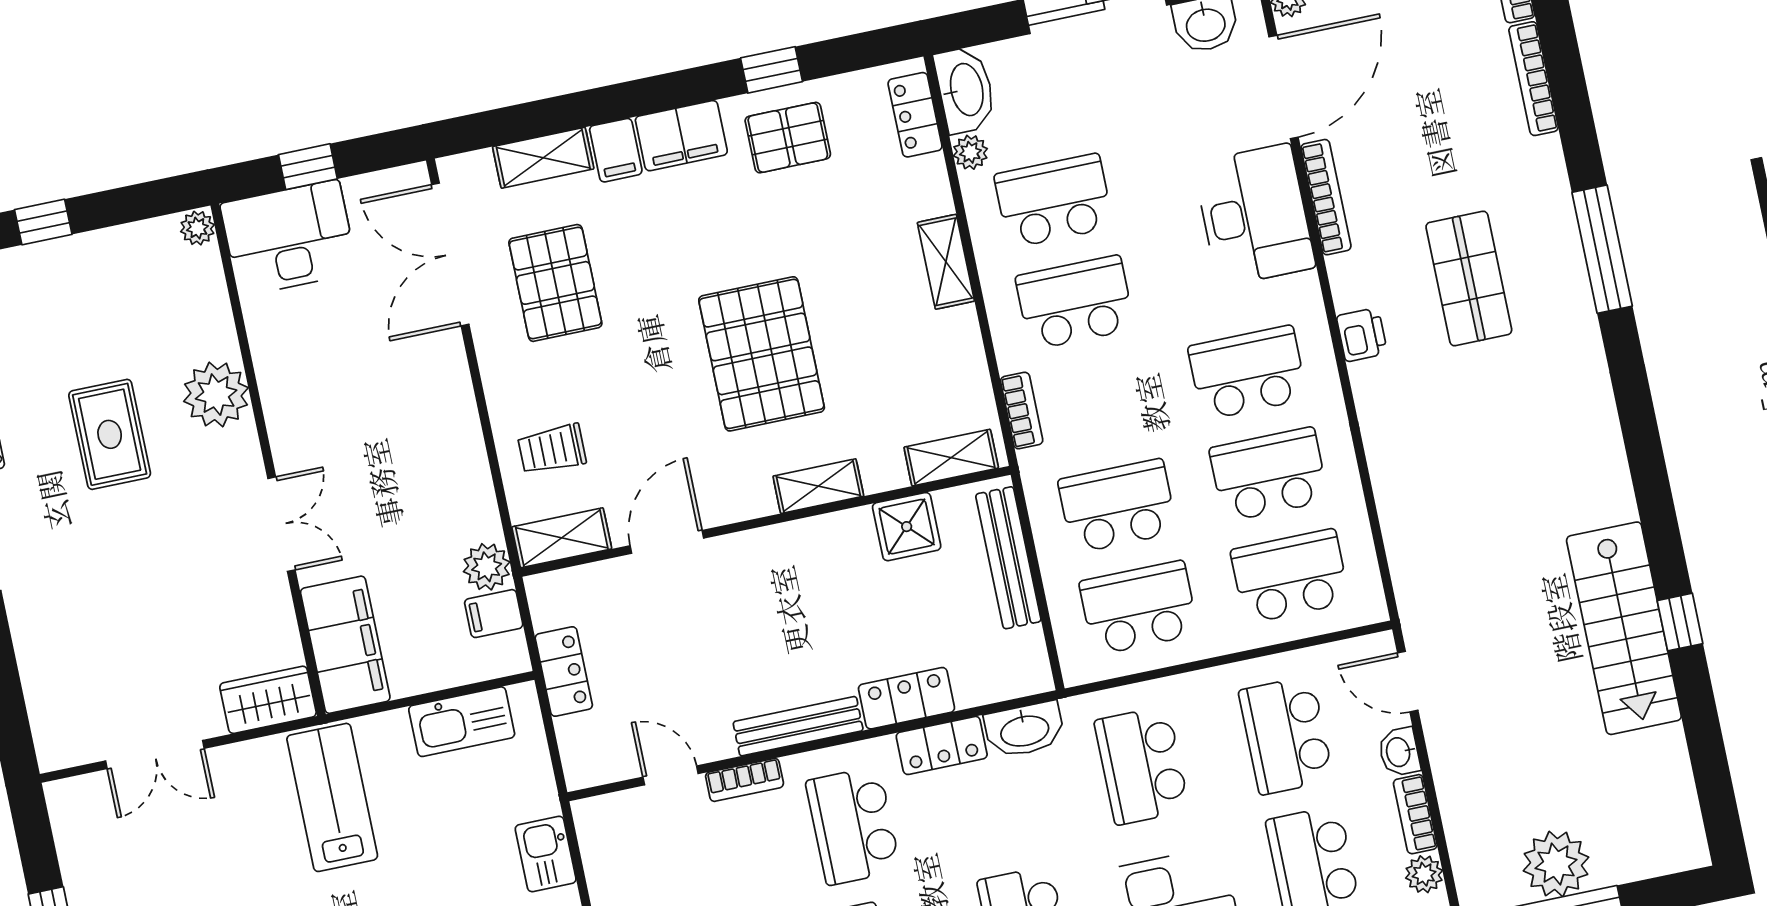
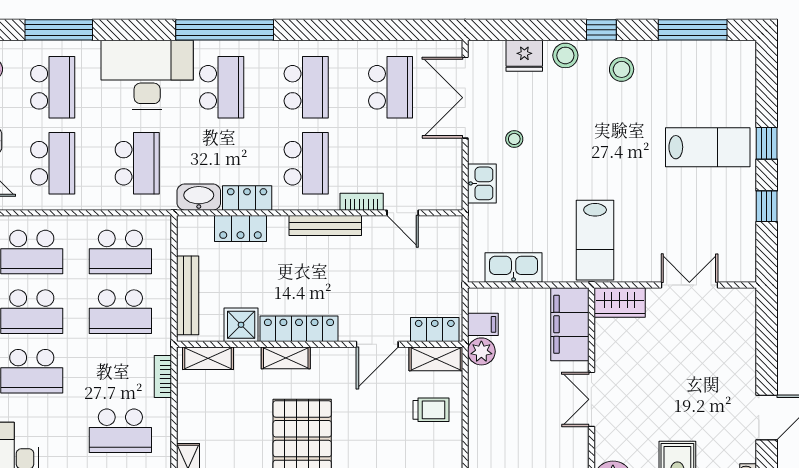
locker: (806, 540) -> (299, 329), added
locker: (564, 672) -> (435, 330), moved, turned 90
locker: (906, 698) -> (241, 229), moved

